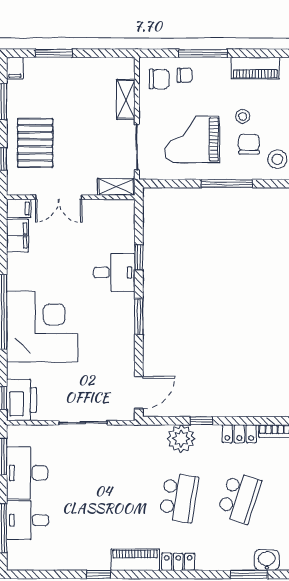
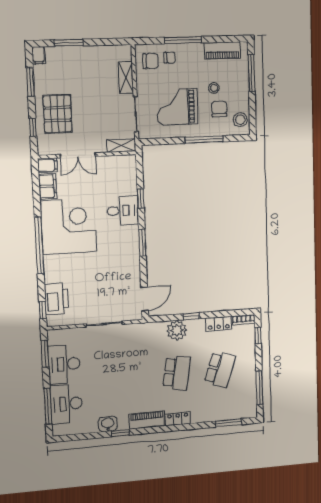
corner desk: (42, 326) -> (69, 226), moved
printer: (21, 400) -> (56, 299), moved
desk: (27, 520) -> (66, 404), width x1.37
washbasin: (267, 560) -> (108, 424), moved

